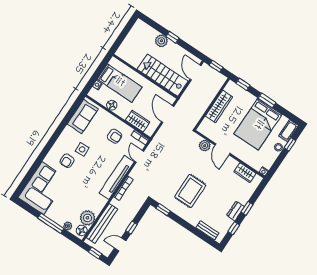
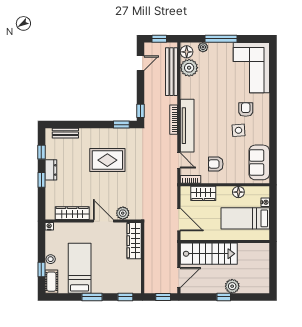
door: (195, 72) -> (179, 278), hinge flipped
wardrobe: (219, 106) -> (134, 241), moved
bed: (258, 124) -> (80, 268), width x0.67
wardrobe: (245, 173) -> (72, 213), width x1.50
rug: (190, 191) -> (107, 160), turned 90
window: (131, 227) -> (141, 111), moved

